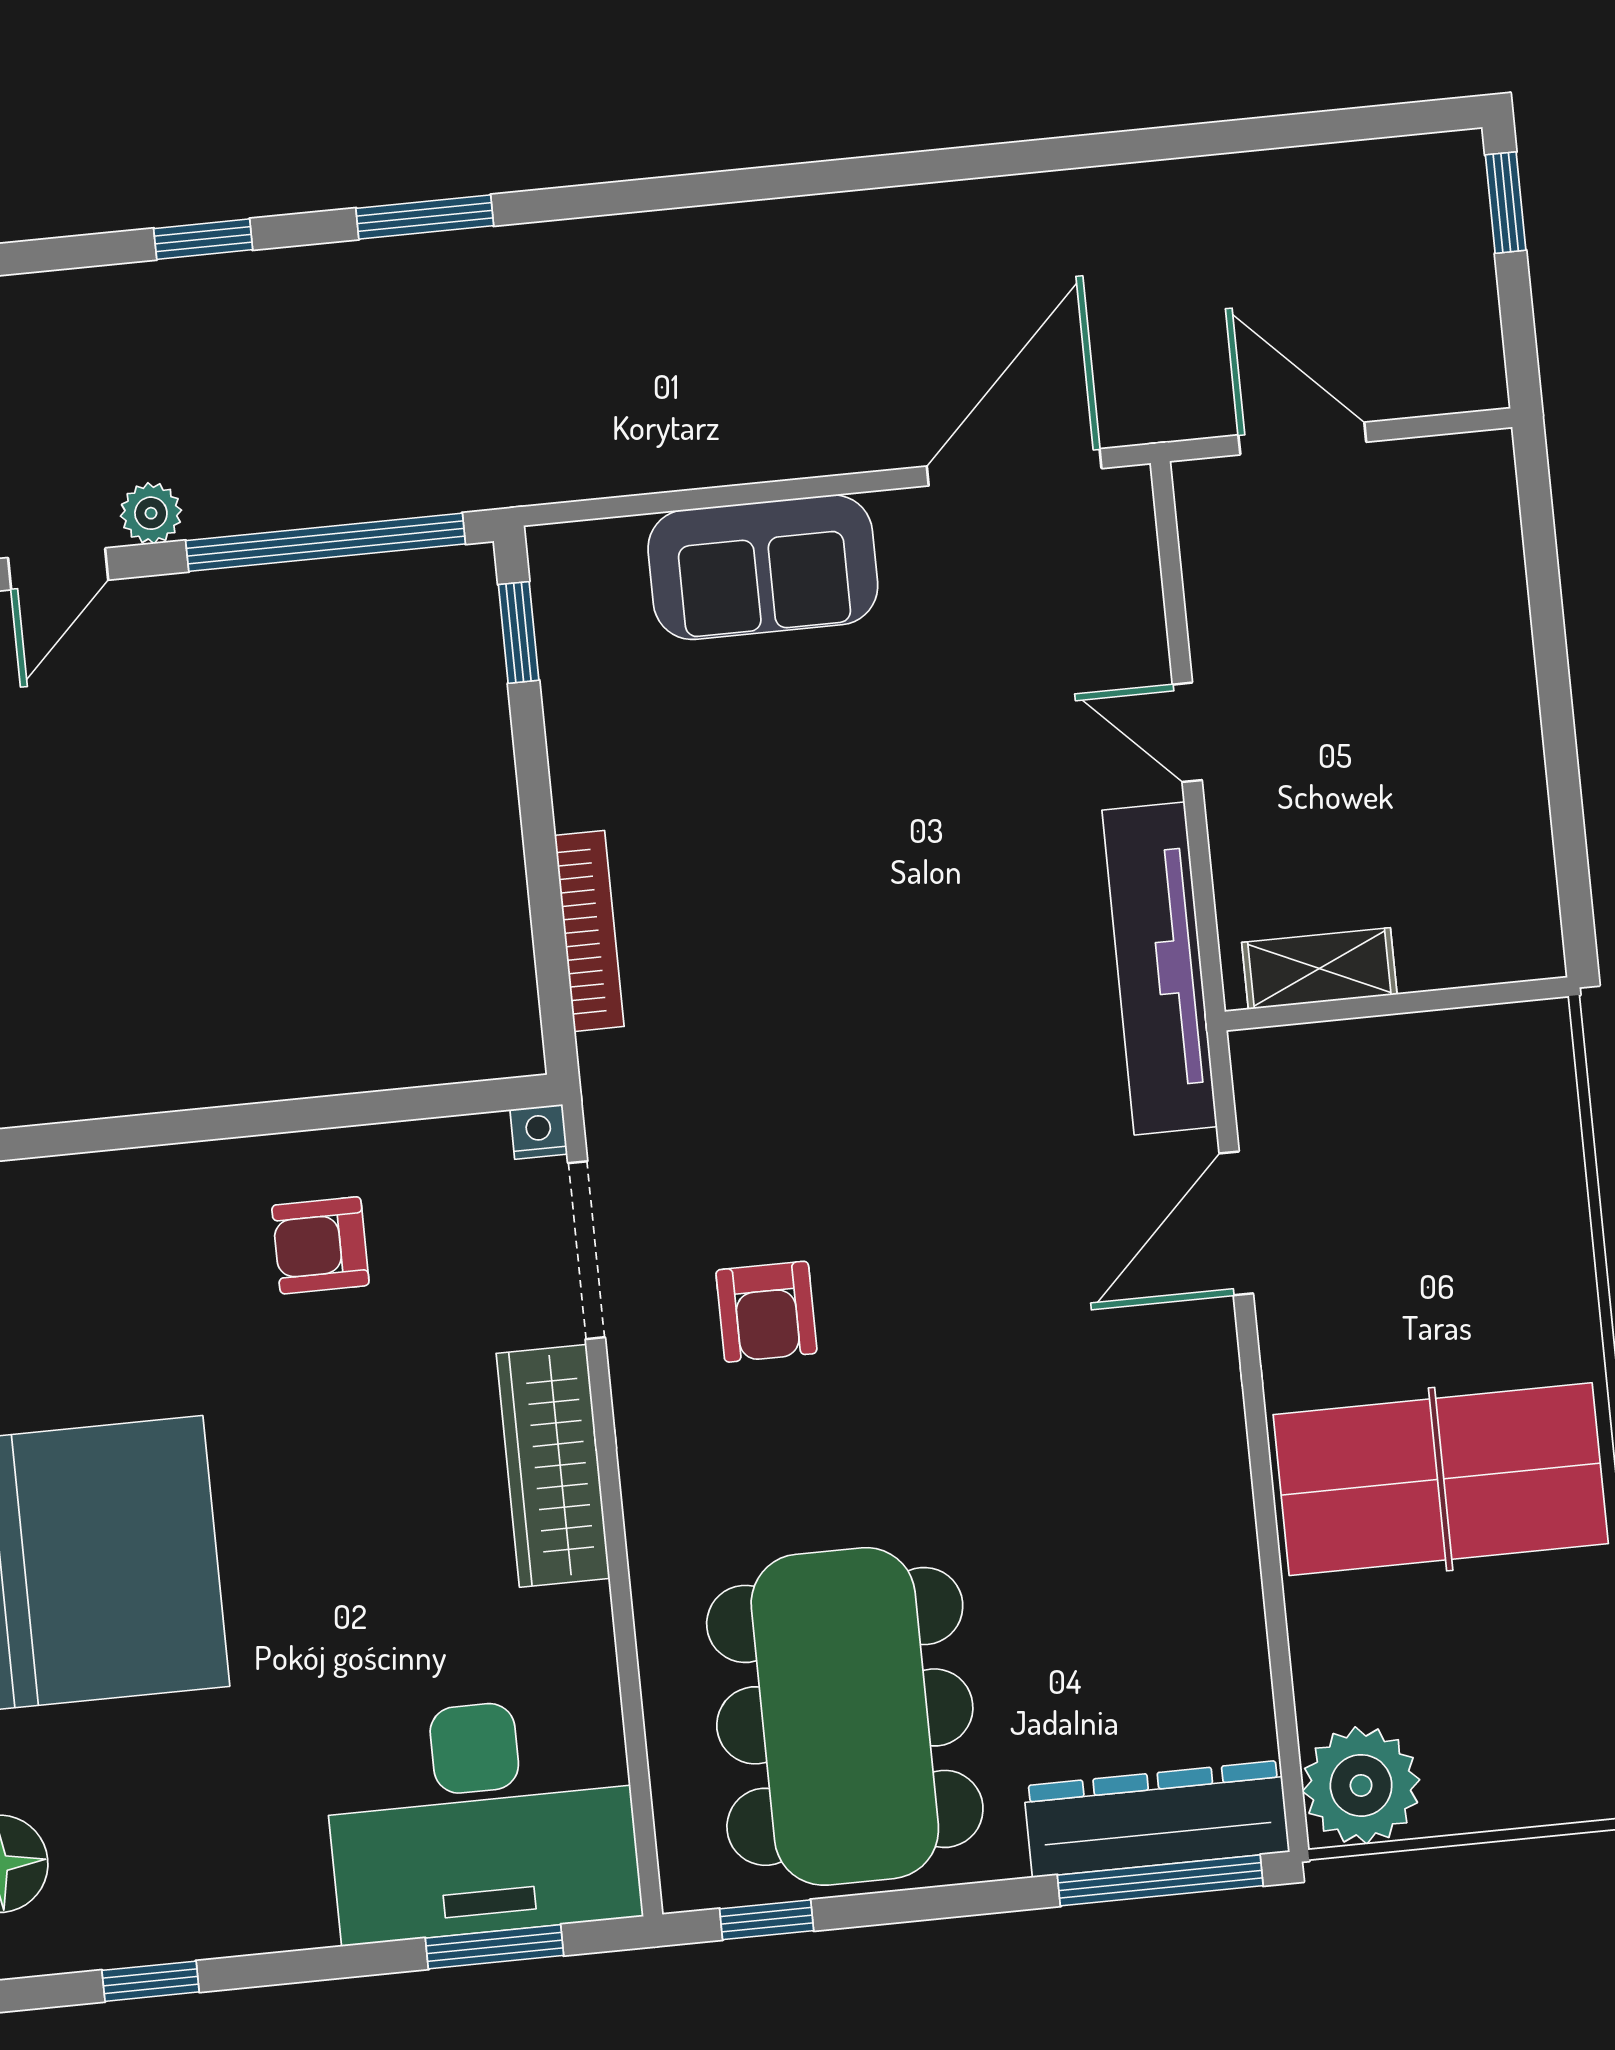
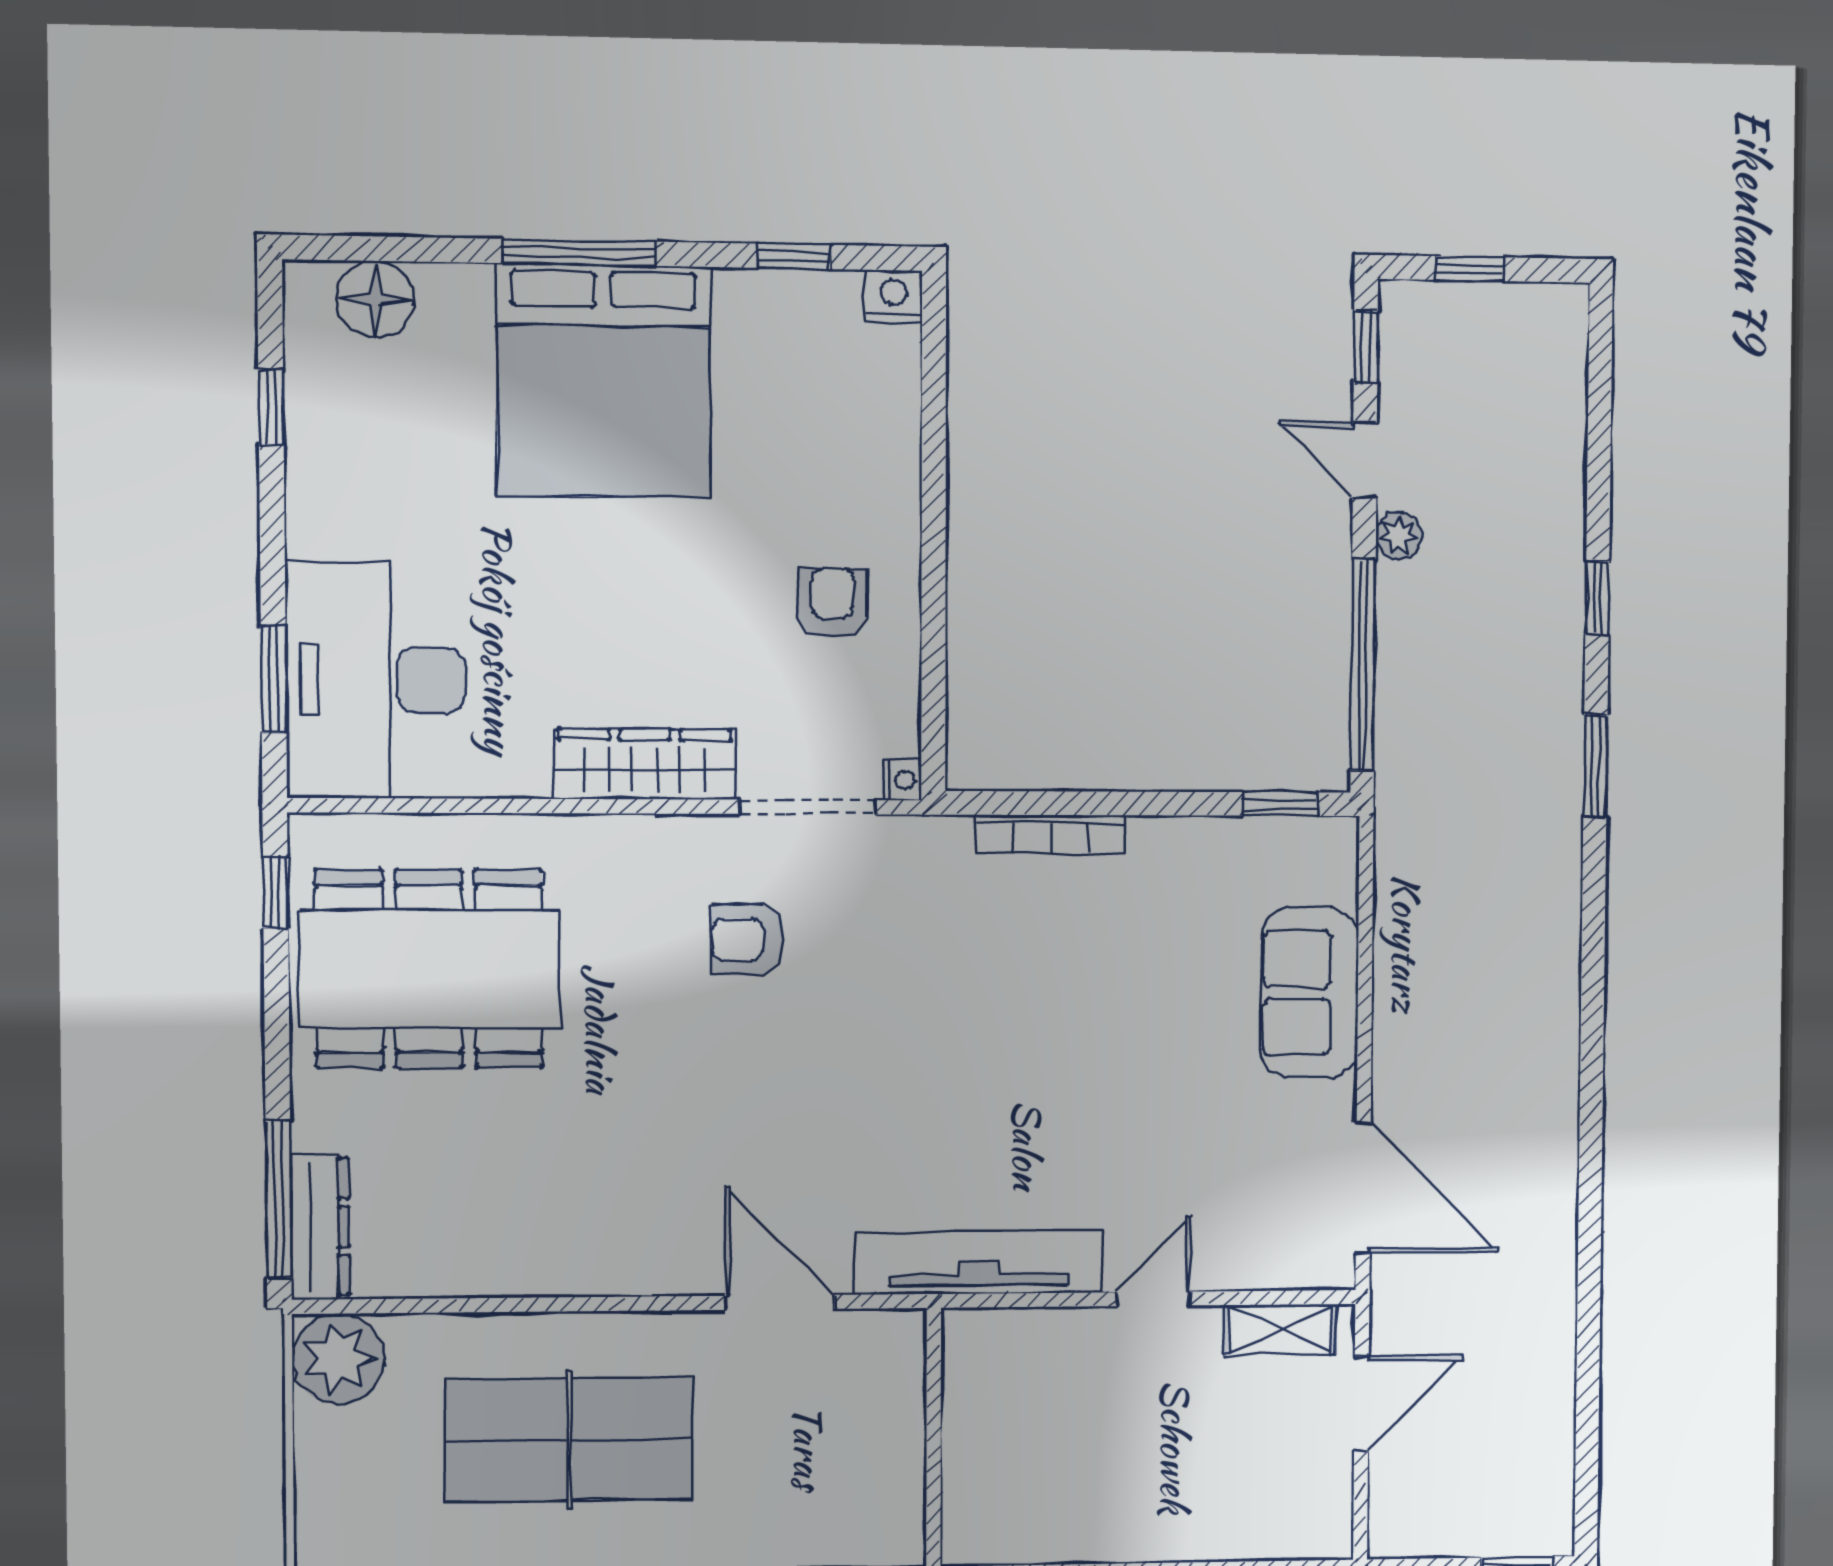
shelving: (1319, 969) -> (1280, 1330), moved, turned 90
table tennis table: (1441, 1479) -> (569, 1439), turned 90
dresser: (1157, 1819) -> (320, 1227), width x0.73, depth x0.80

